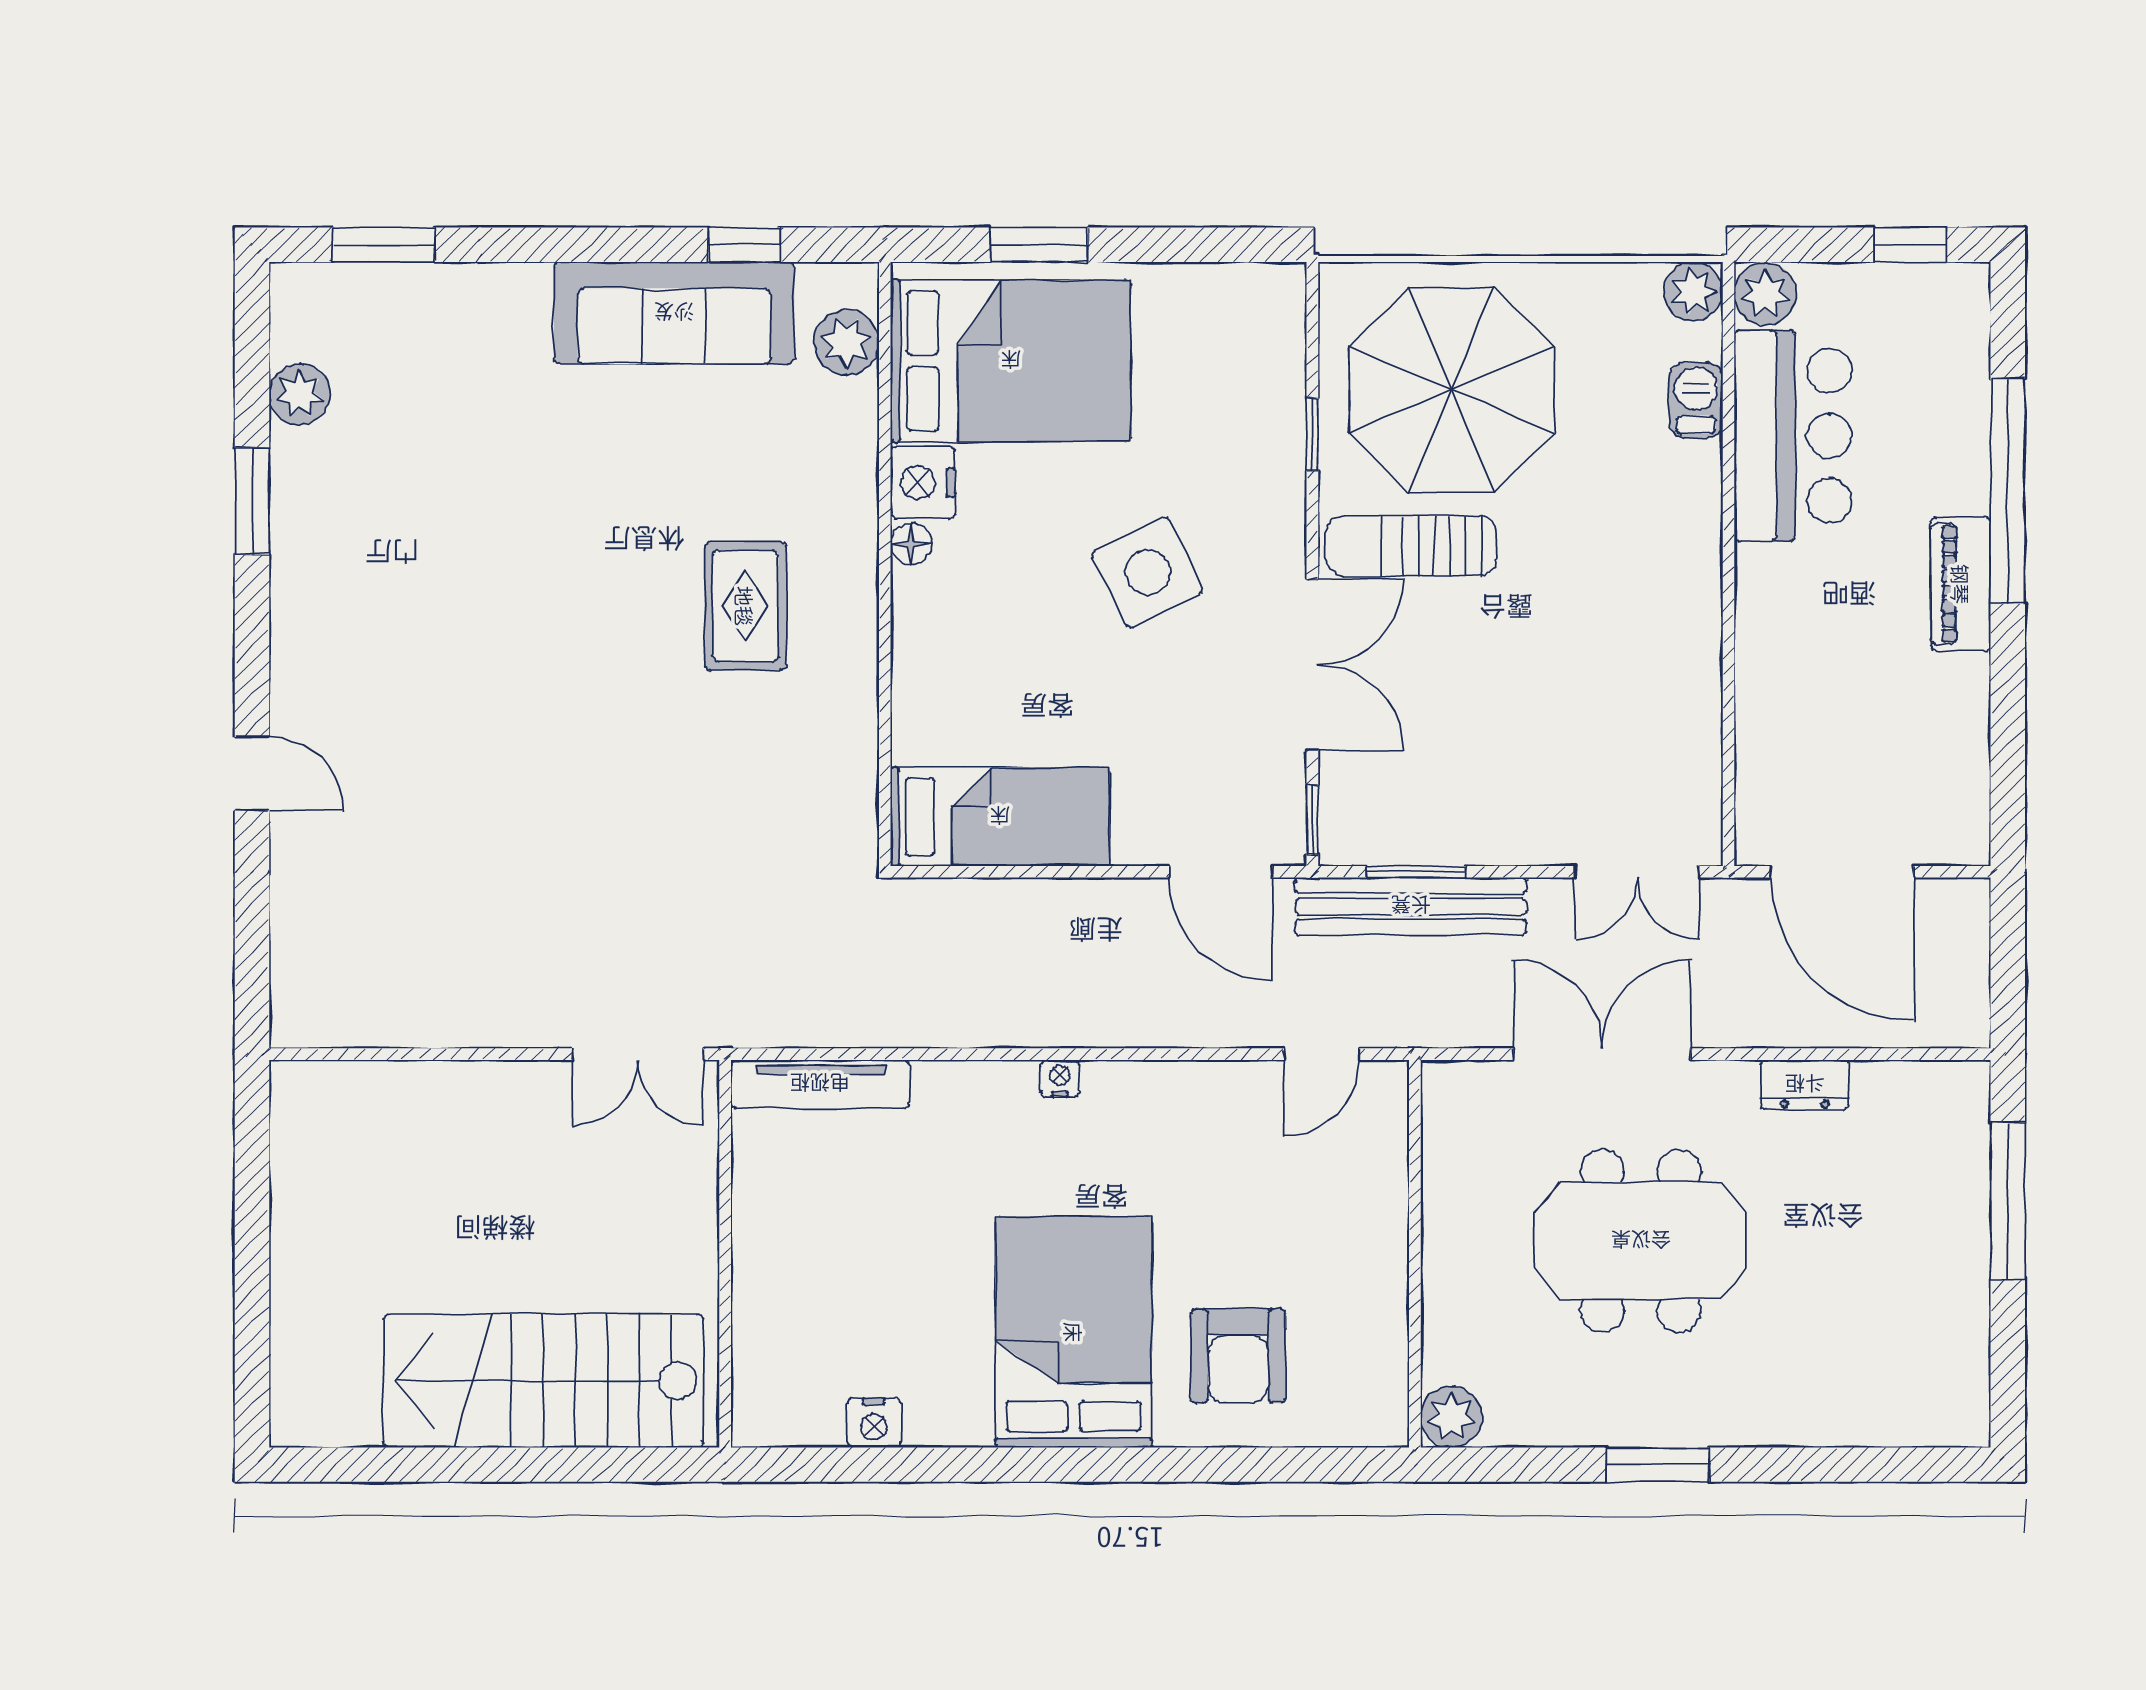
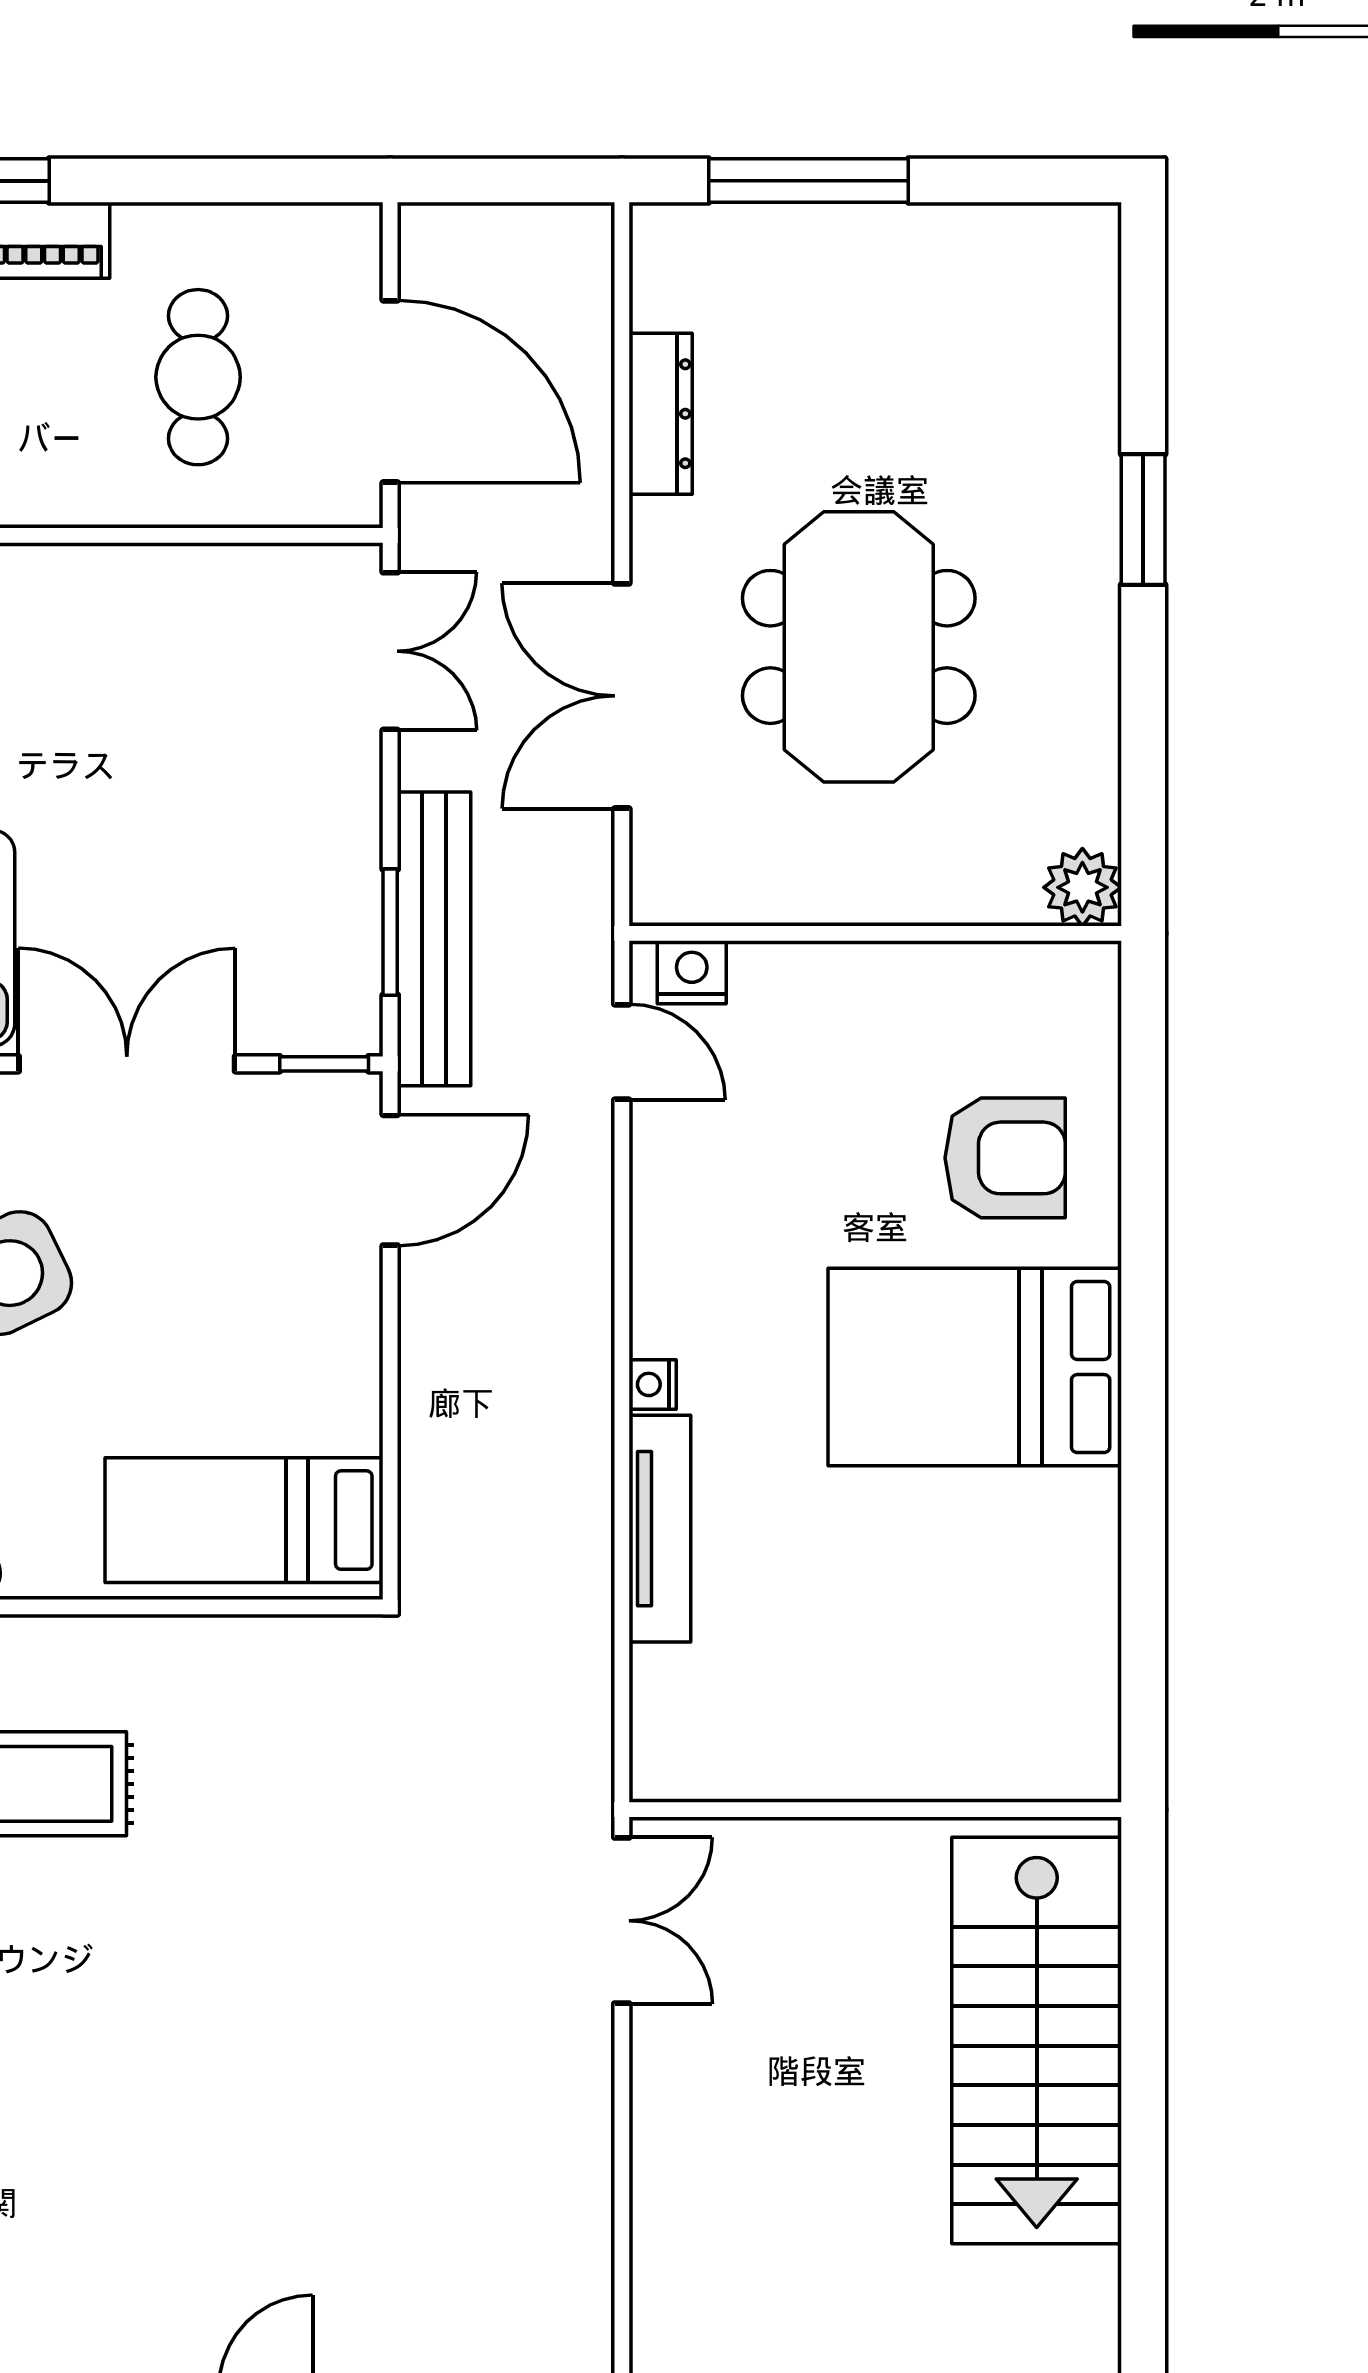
cafe table: (1853, 720) -> (198, 377), added
bed: (1000, 817) -> (244, 1520), moved, turned -90
door: (1842, 872) -> (390, 391), hinge flipped
tv unit: (820, 1084) -> (660, 1529), moved
dresser: (1805, 1085) -> (661, 414), width x1.44
nightstand: (874, 1423) -> (692, 972), moved, turned -90
window: (1657, 1465) -> (1143, 519), moved

